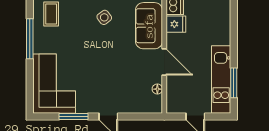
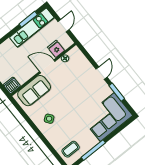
fridge: (176, 24) -> (56, 49), moved
door: (164, 62) -> (47, 66), hinge flipped

